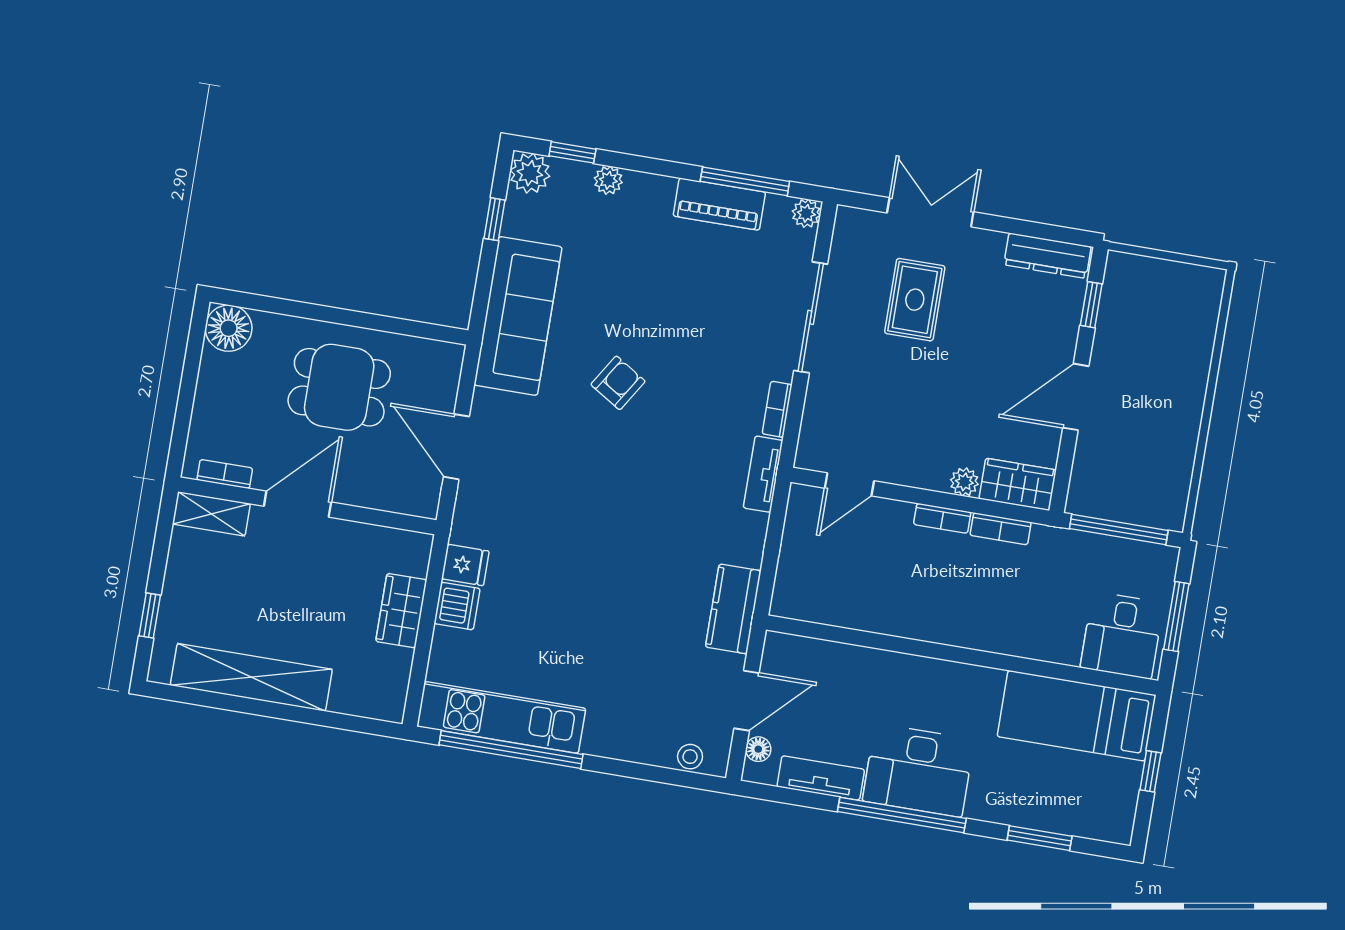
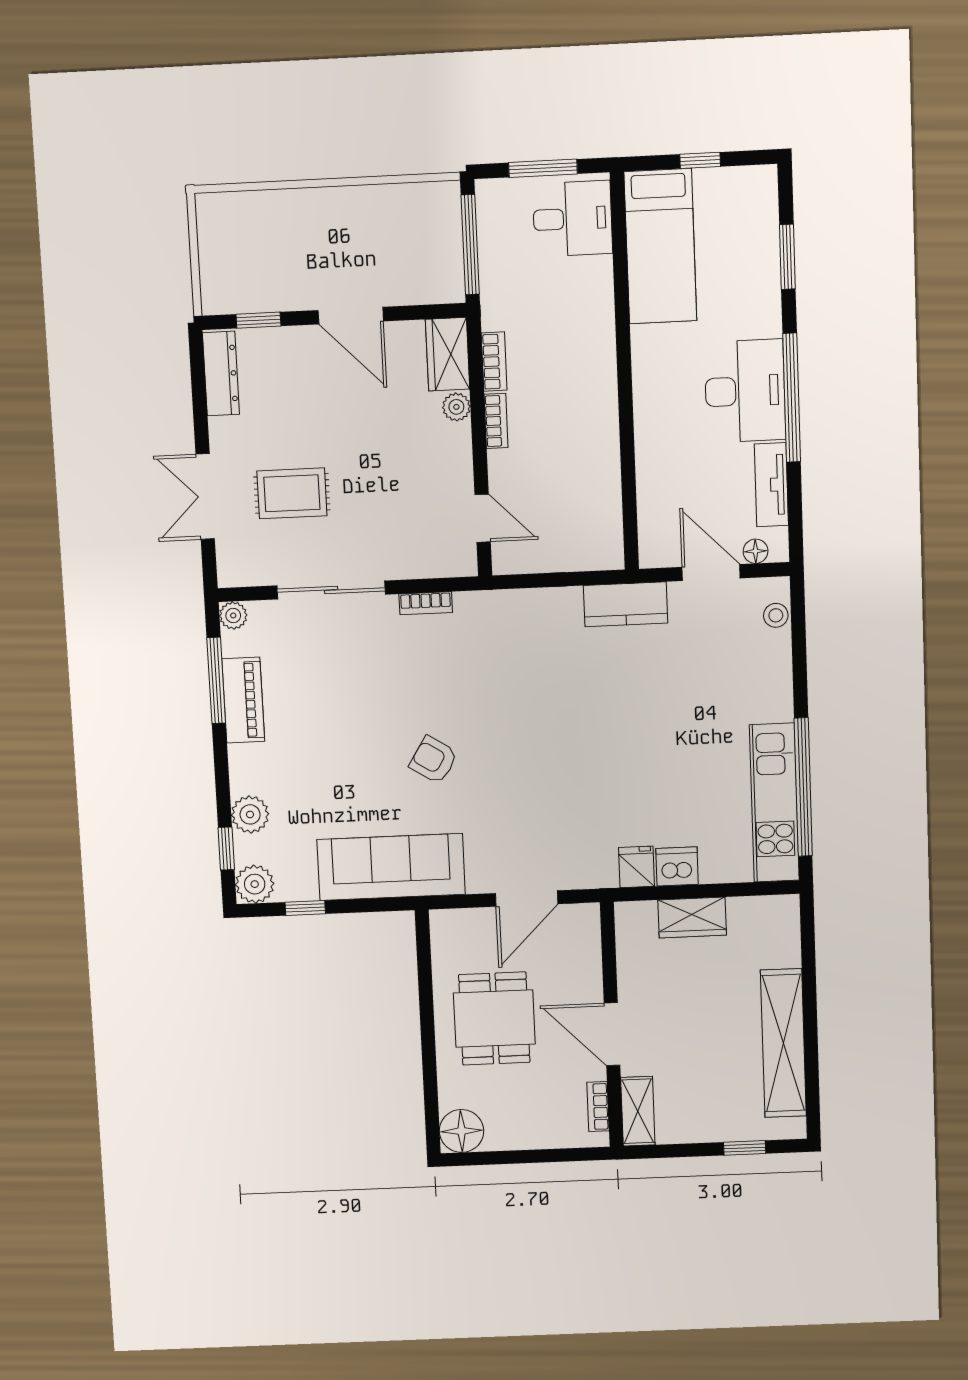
plant: (608, 180) -> (250, 814), width x1.38, depth x1.38
tv unit: (763, 474) -> (491, 603), removed

